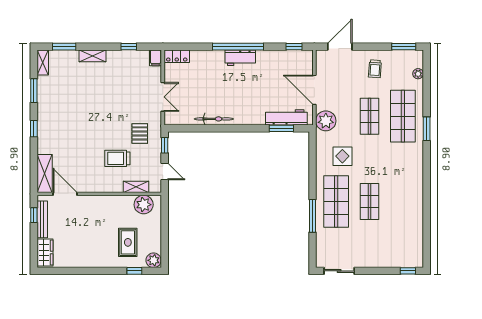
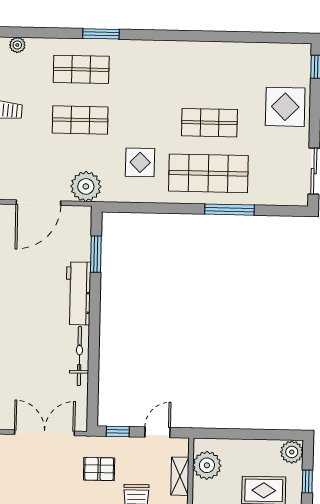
double door: (163, 97) -> (44, 433), width x1.37
shop shelf: (403, 116) -> (81, 69), width x0.70, depth x0.74
workbench: (286, 117) -> (78, 293), moved
display table: (381, 251) -> (285, 107), added

